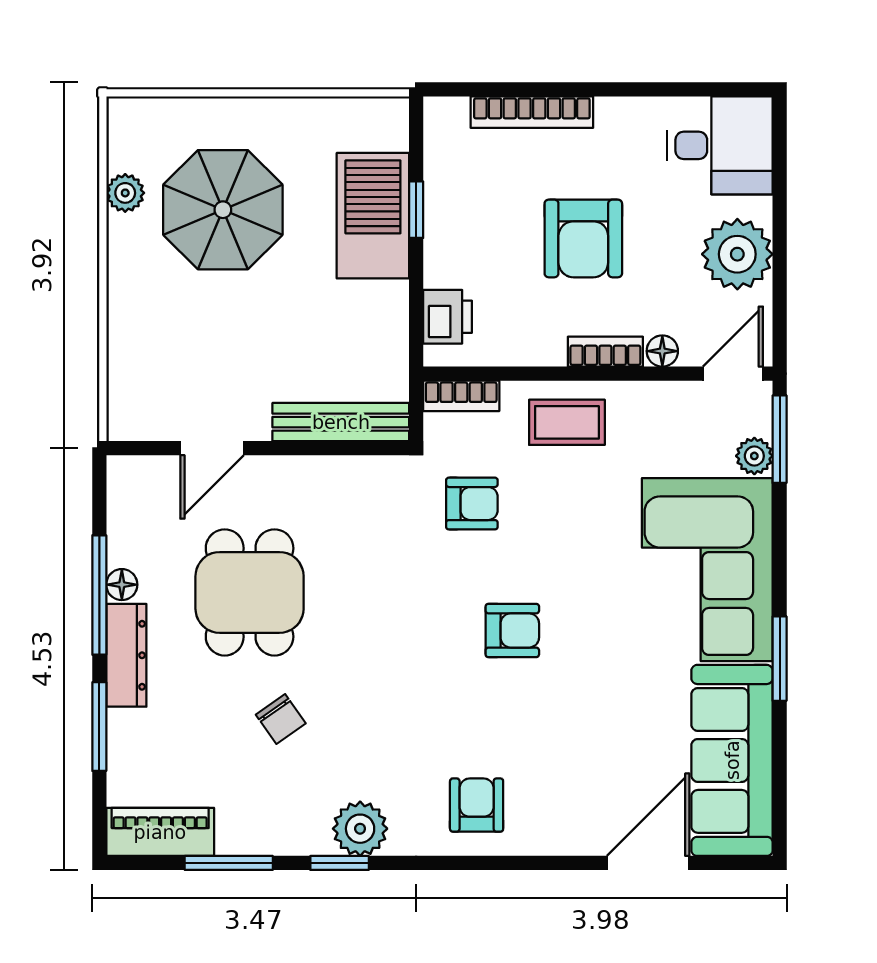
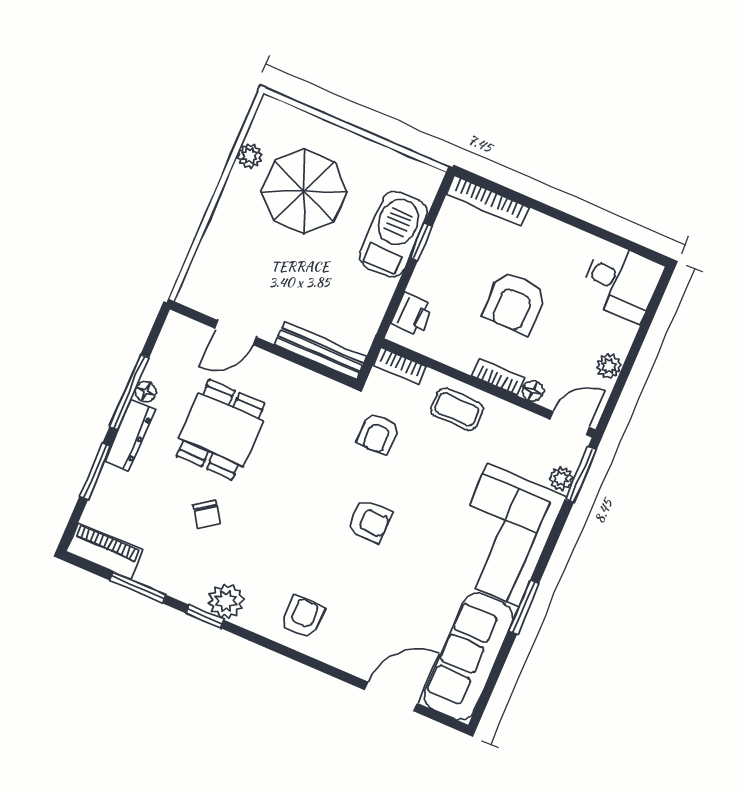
bookcase: (532, 112) -> (488, 201), moved
plant: (737, 254) -> (609, 366), width x0.53, depth x0.53
armchair: (472, 504) -> (378, 434), turned 90

